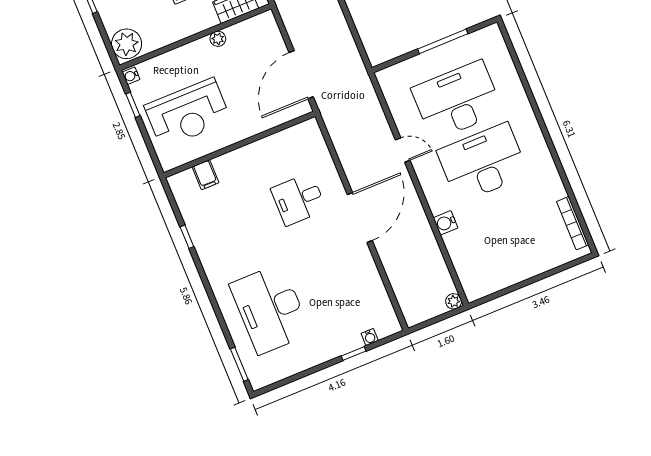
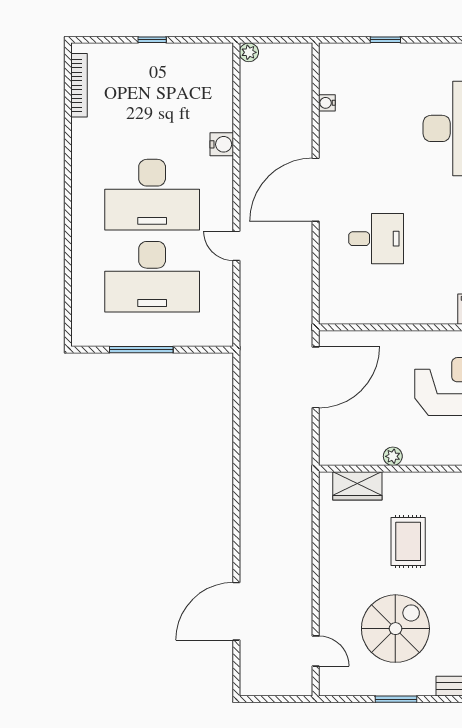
window: (531, 281) -> (152, 40), added
water cooler: (370, 337) -> (327, 103), moved, turned -90

